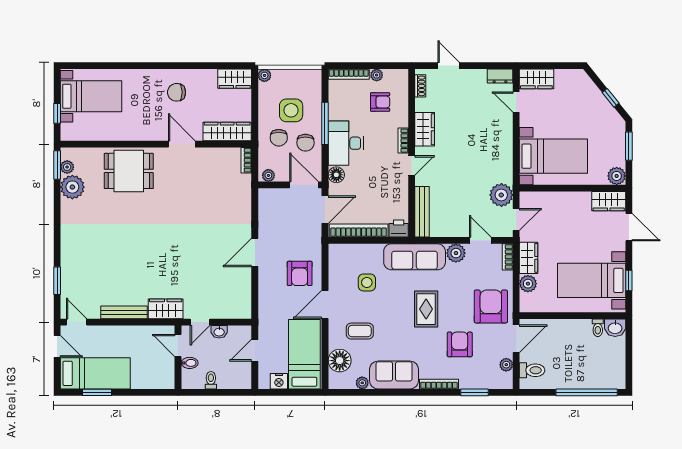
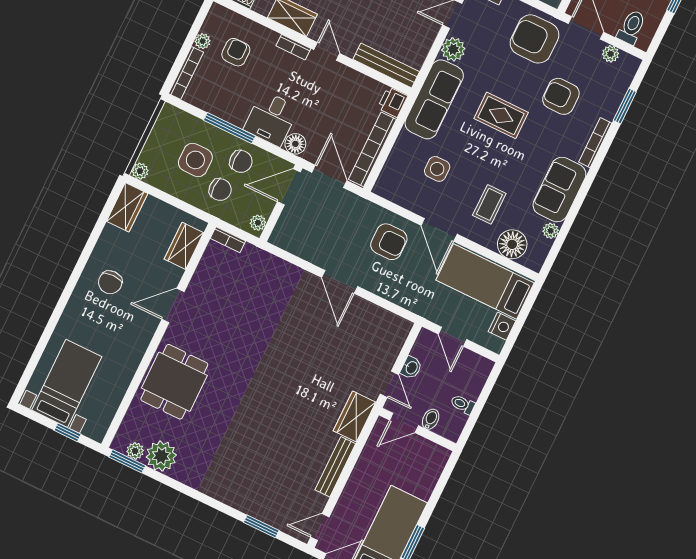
wardrobe: (227, 132) -> (184, 246), width x0.67
desk: (346, 143) -> (271, 119), width x0.73

